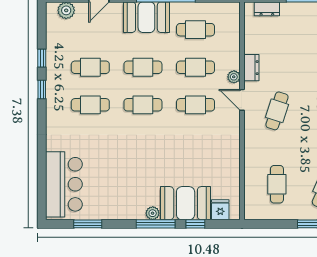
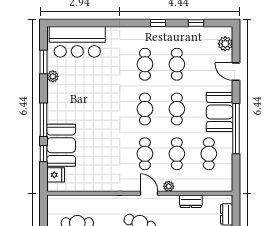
window: (42, 58) -> (196, 23), moved
dresser: (251, 68) -> (191, 201), moved
door: (242, 100) -> (149, 193), hinge flipped
plant: (153, 213) -> (53, 76), moved

